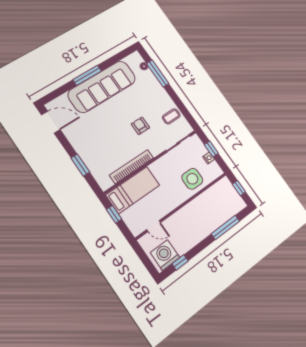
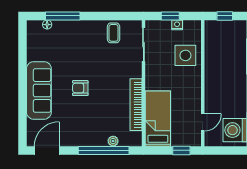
window: (87, 75) -> (22, 87), removed
sofa: (102, 87) -> (39, 90), width x0.74, depth x0.79
armchair: (140, 126) -> (80, 88), moved
window: (80, 165) -> (104, 150), width x2.11
plant: (92, 167) -> (113, 141), added
window: (114, 214) -> (181, 150), moved

